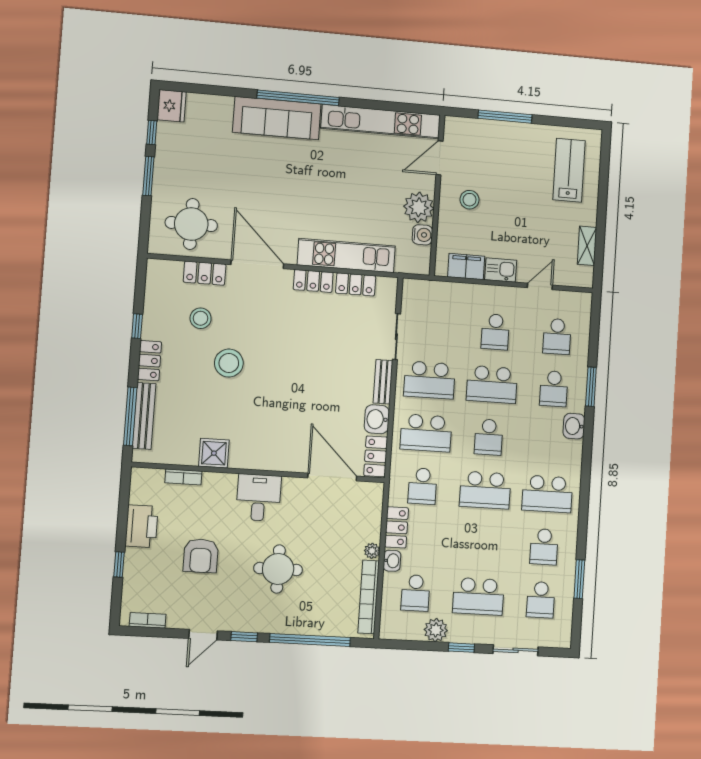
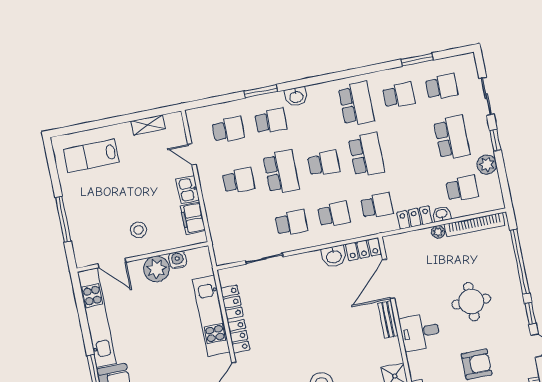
school desk: (429, 380) -> (291, 223), width x0.54
bench: (383, 382) -> (388, 320), moved, turned 90
school desk: (426, 433) -> (334, 214), width x0.54

